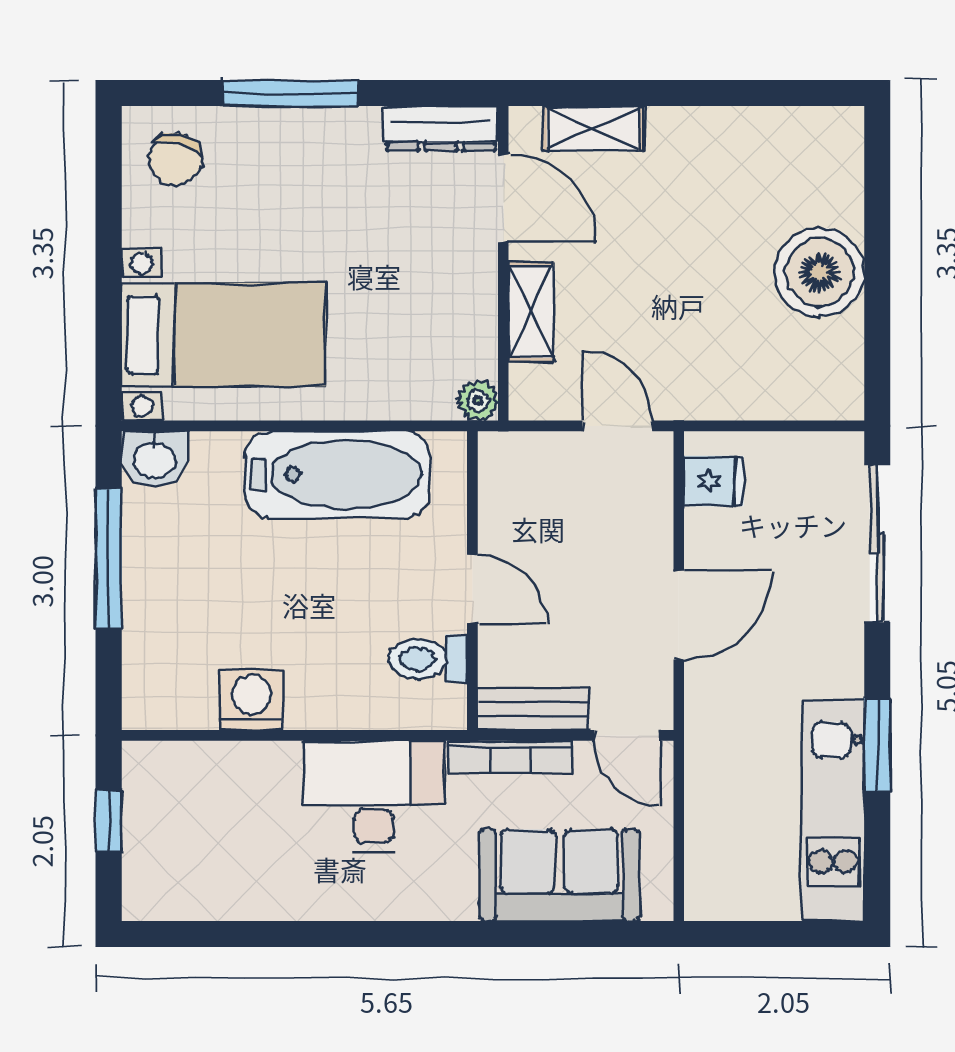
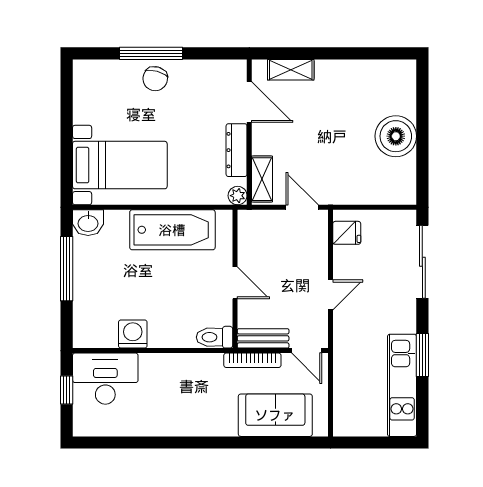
dresser: (441, 128) -> (237, 150), moved, turned 90
chair: (175, 159) -> (155, 79), moved
shelving: (531, 312) -> (262, 179), moved
door: (679, 615) -> (331, 295), width x0.73
toilet: (428, 659) -> (214, 337), moved
desk: (374, 796) -> (105, 379), moved

